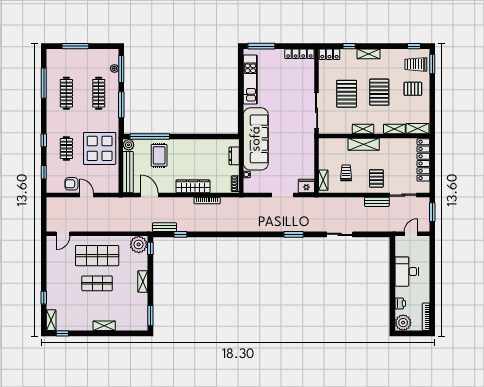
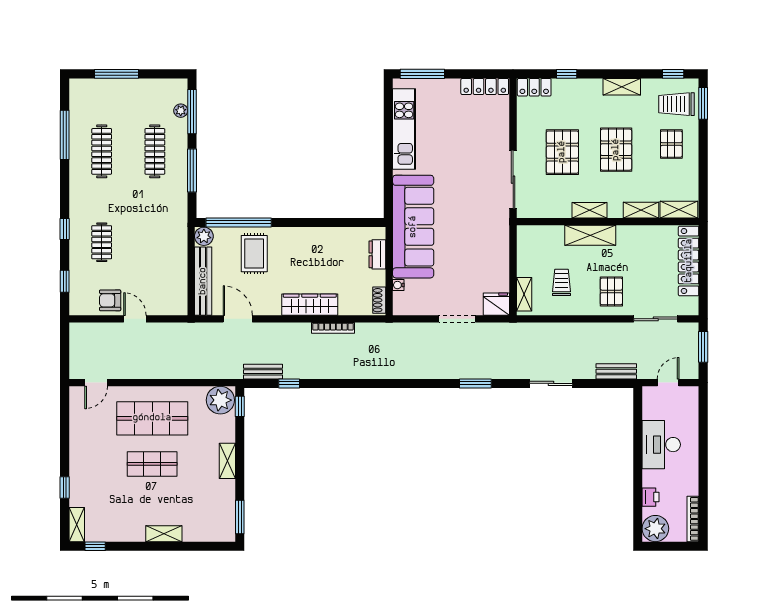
shelving: (368, 54) -> (622, 87), moved
pallet: (413, 89) -> (671, 144), turned 90
display table: (100, 148) -> (156, 242), removed
bench: (377, 202) -> (616, 371), moved

